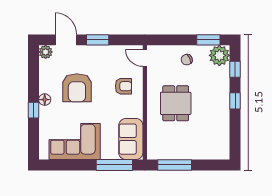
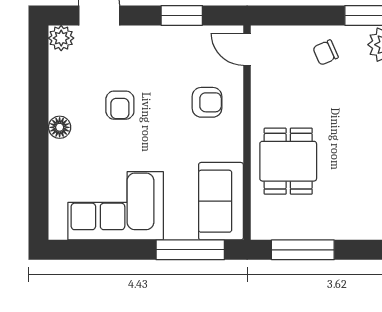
window: (98, 40) -> (182, 15), moved
armchair: (77, 88) -> (120, 105), width x0.53, depth x0.53
dining table: (176, 103) -> (288, 161), moved
window: (34, 110) -> (39, 147), removed

